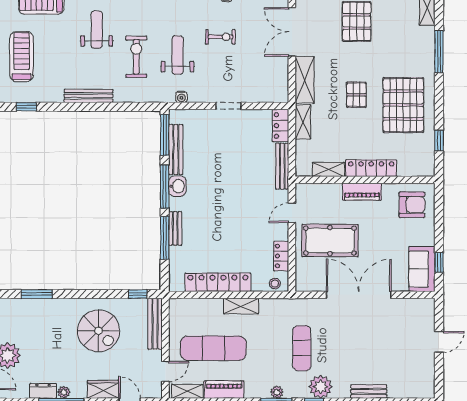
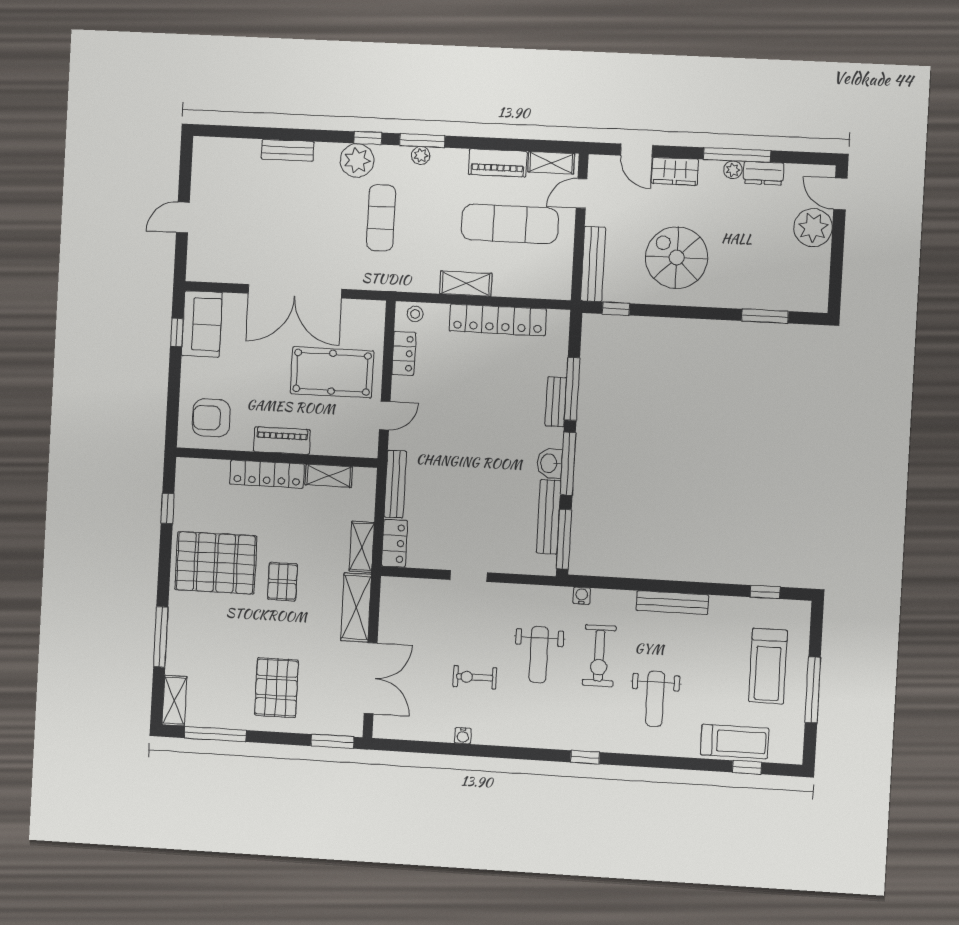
water cooler: (181, 97) -> (582, 596), moved
pallet: (403, 105) -> (216, 563), turned 90

